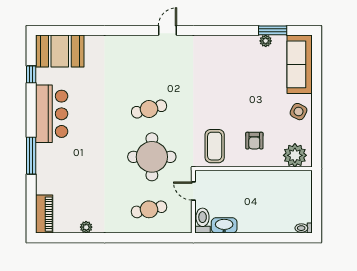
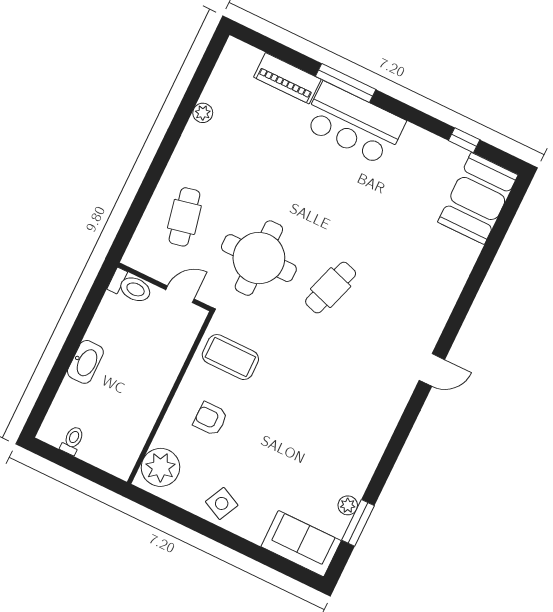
door: (168, 30) -> (432, 370), hinge flipped
sofa: (300, 64) -> (301, 544), width x0.73
cafe table: (149, 109) -> (331, 288), turned 33
bar counter: (52, 114) -> (354, 124), moved
piano: (44, 214) -> (287, 78), moved
washbasin: (224, 225) -> (85, 362), moved
toilet: (304, 228) -> (72, 440), moved

